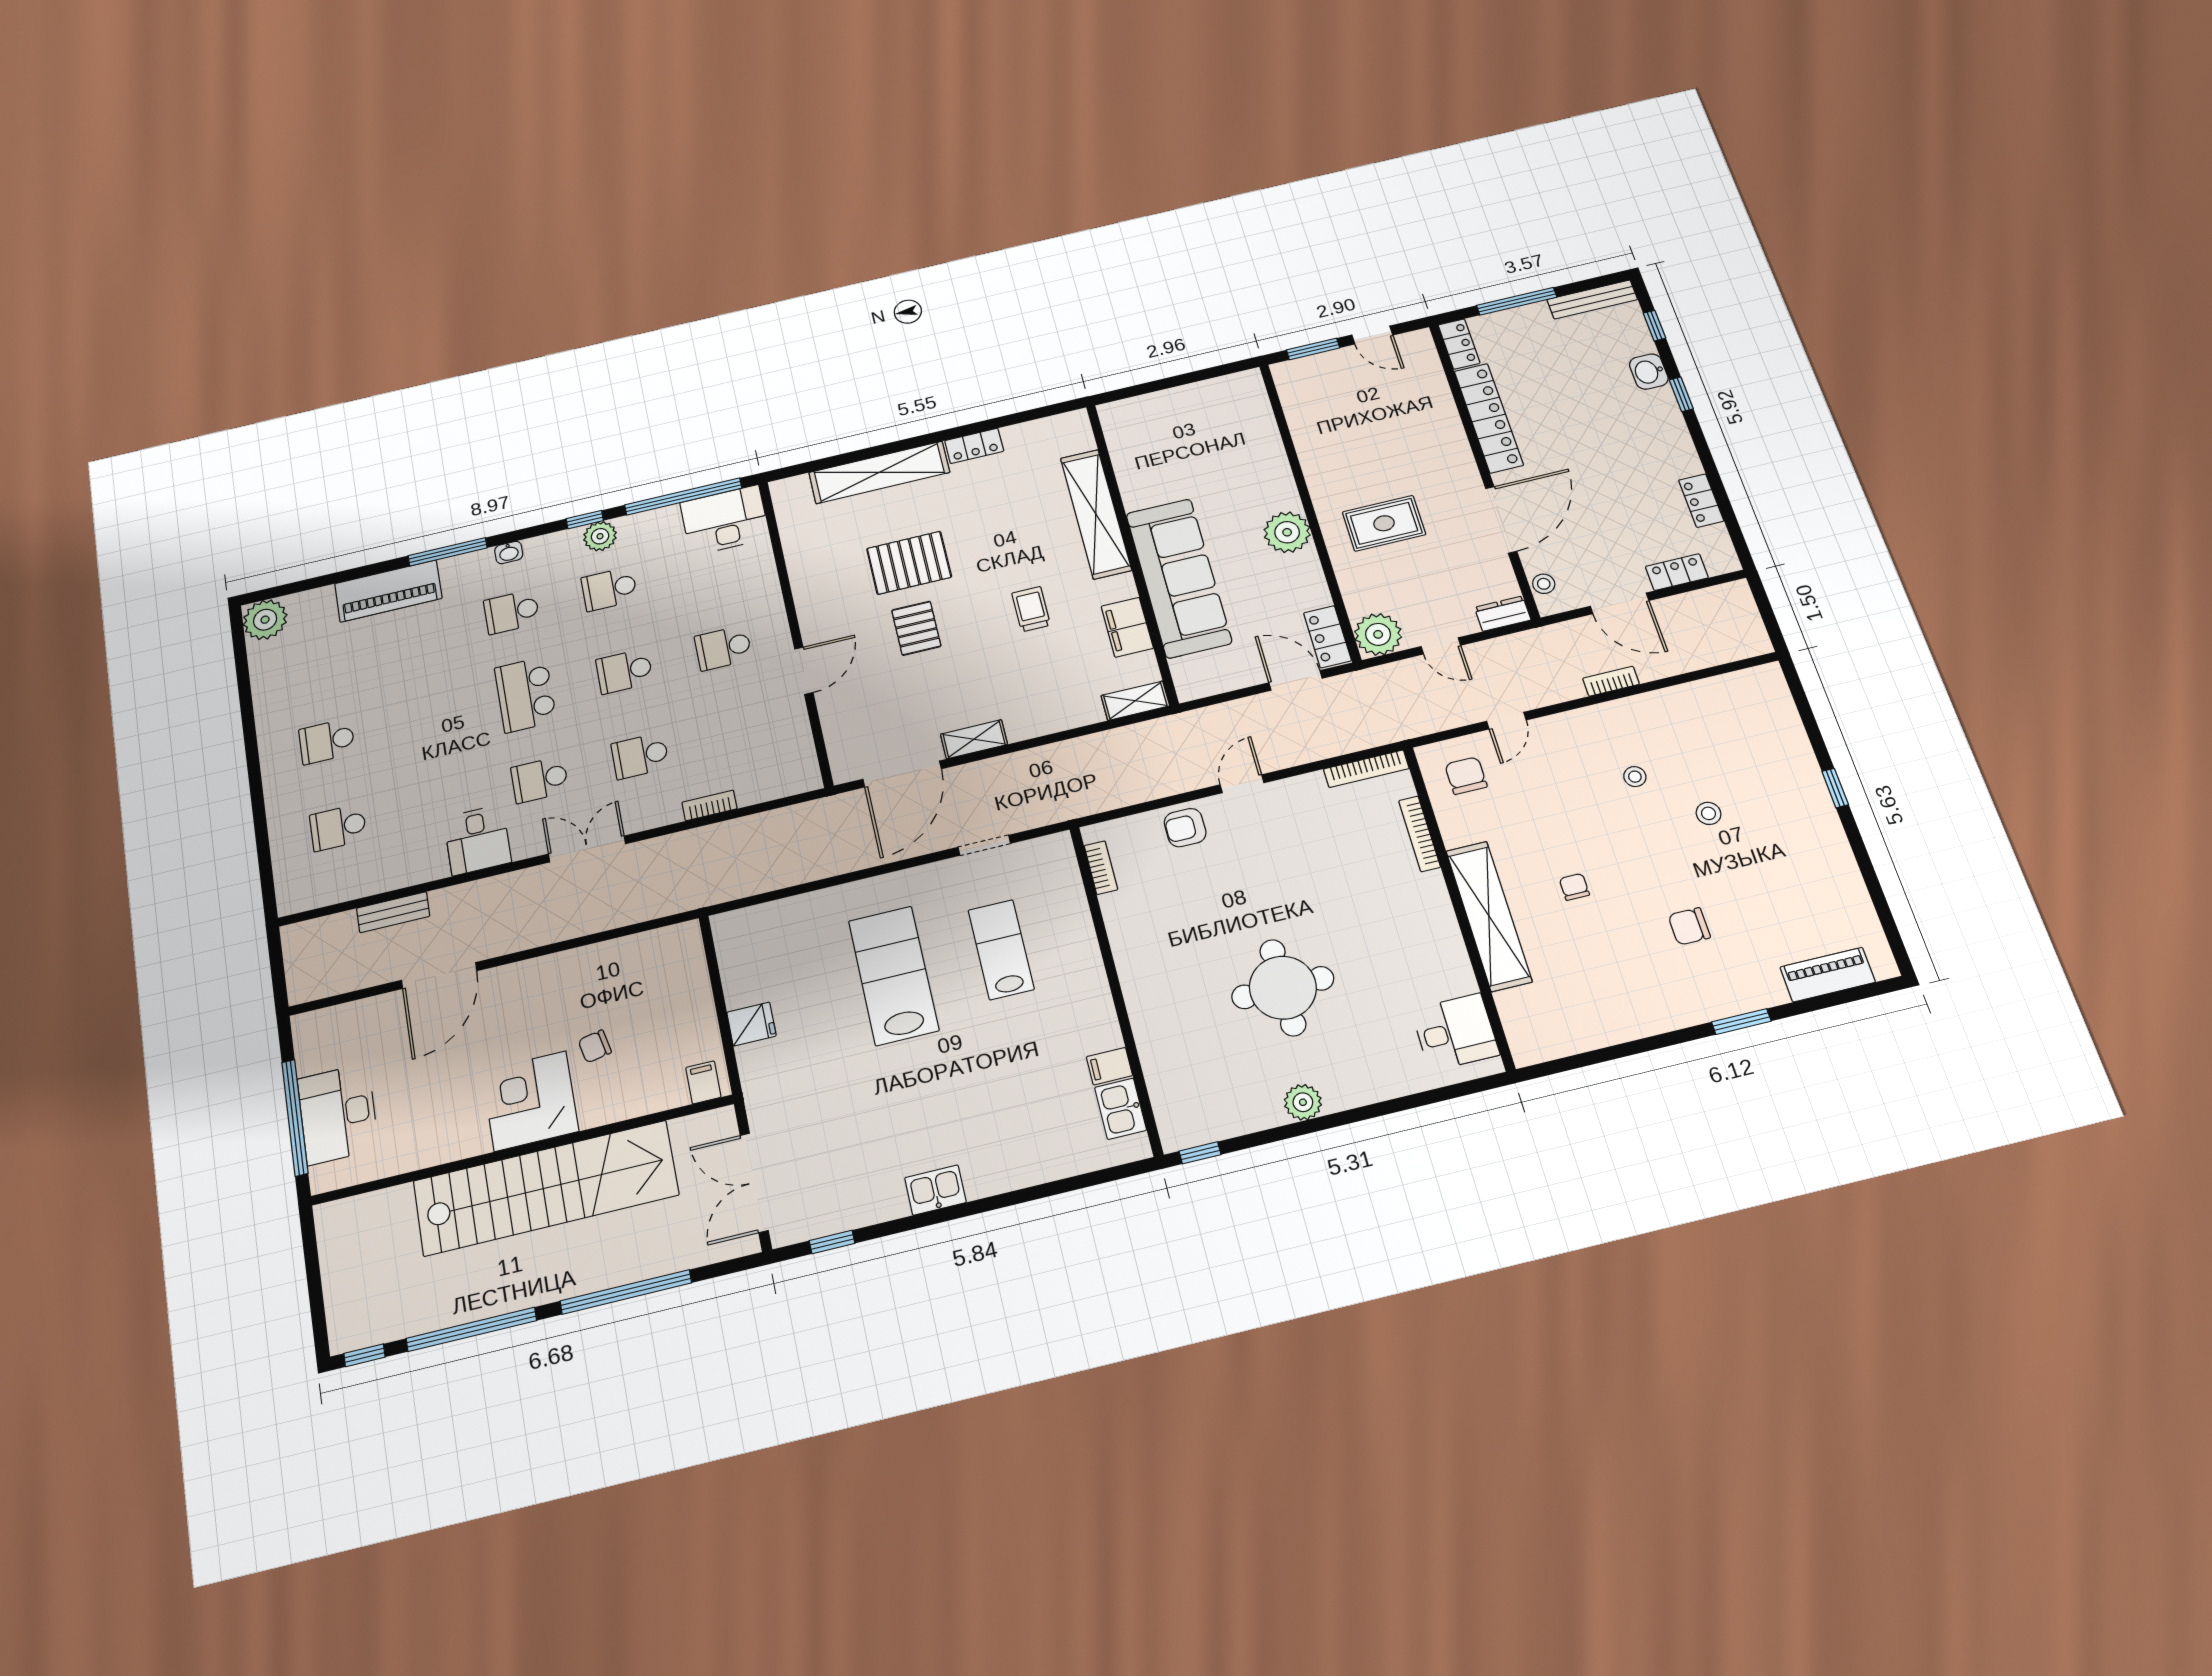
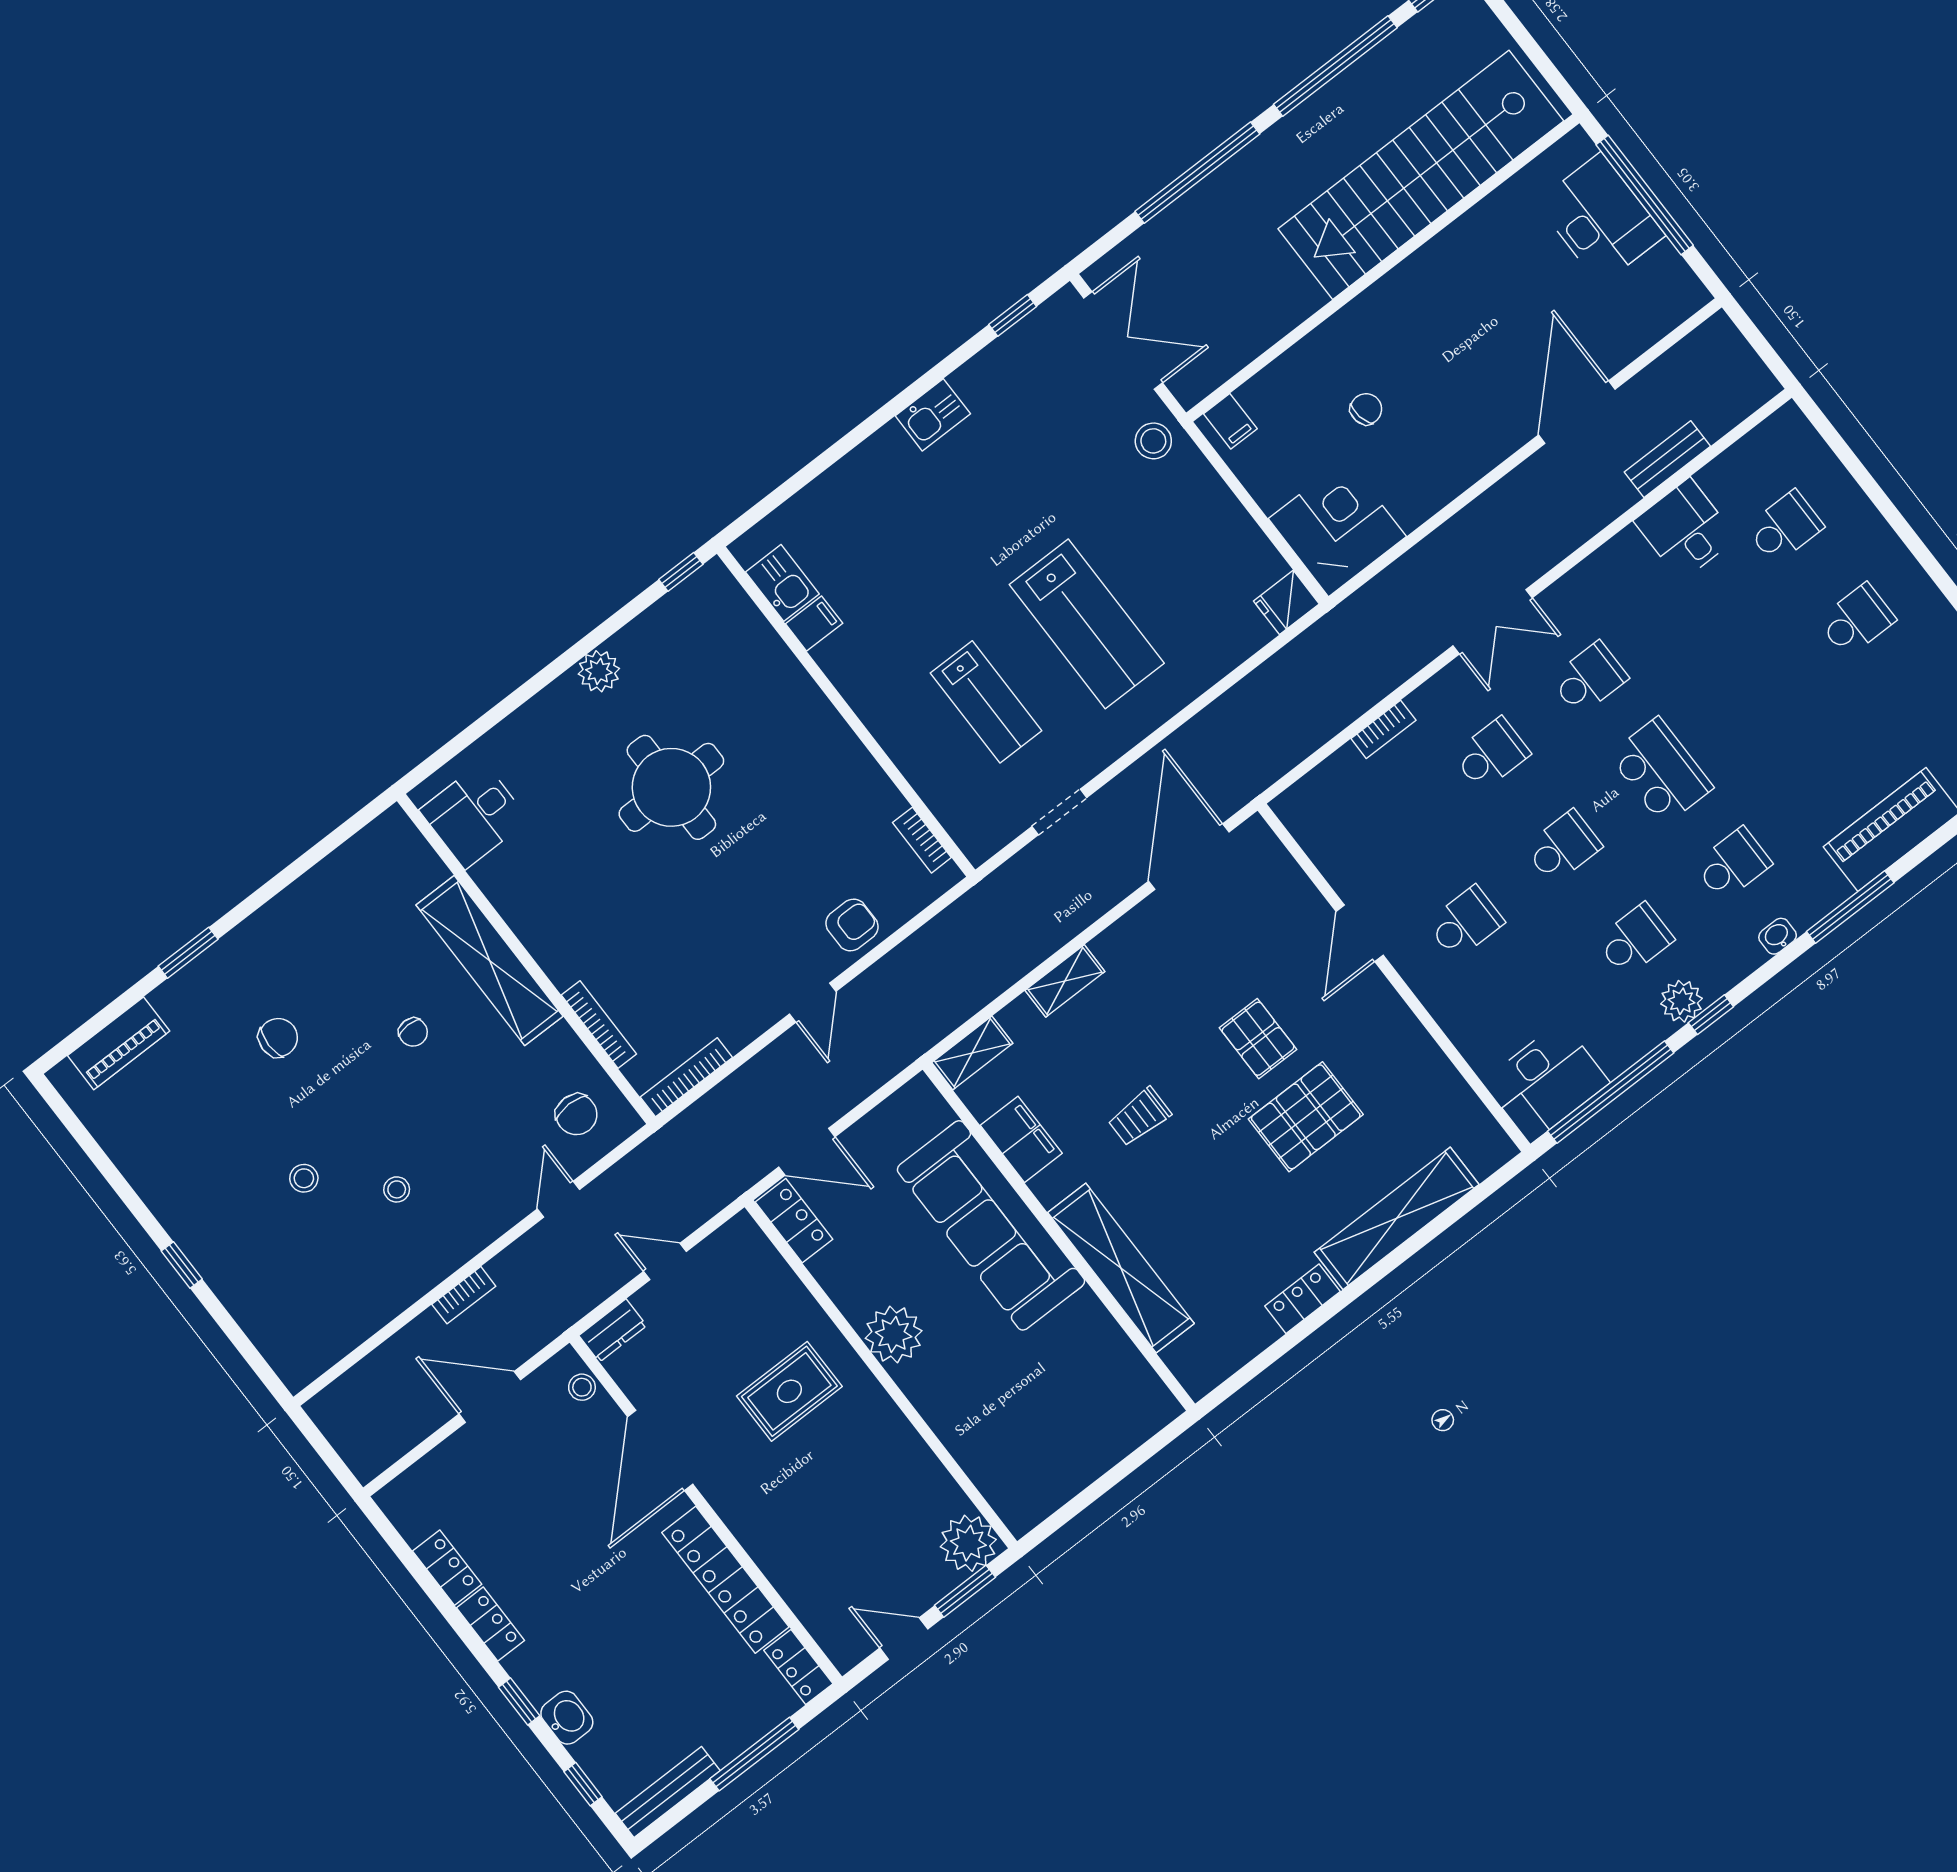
locker: (1677, 572) -> (490, 1624), moved, turned -90
trolley: (1031, 609) -> (1139, 1117), turned 90
plant: (1378, 634) -> (968, 1543), moved
shelving: (974, 739) -> (1065, 981), moved
desk: (477, 840) -> (1685, 530), moved
fridge: (751, 1024) -> (1286, 602), moved
stool: (771, 1093) -> (1153, 441), added
corner desk: (530, 1101) -> (1337, 528), moved, turned -90
stairs: (546, 1188) -> (1421, 175), moved

